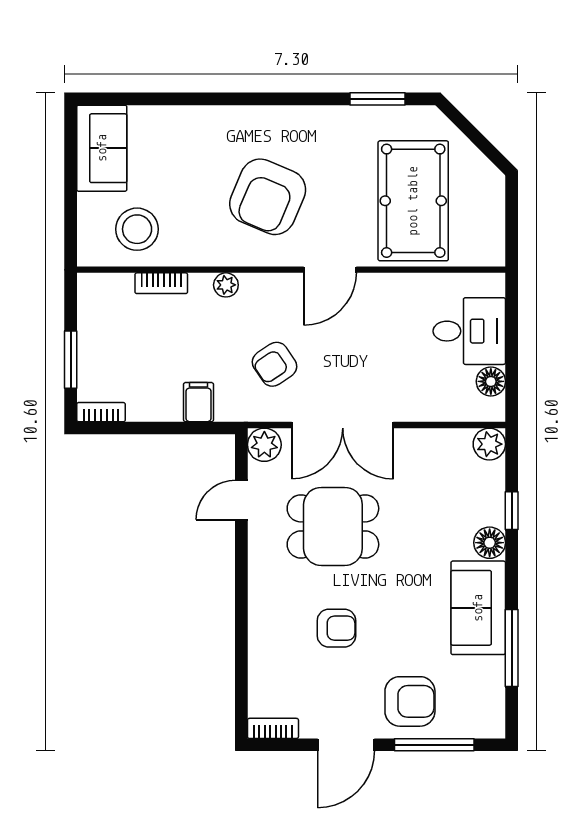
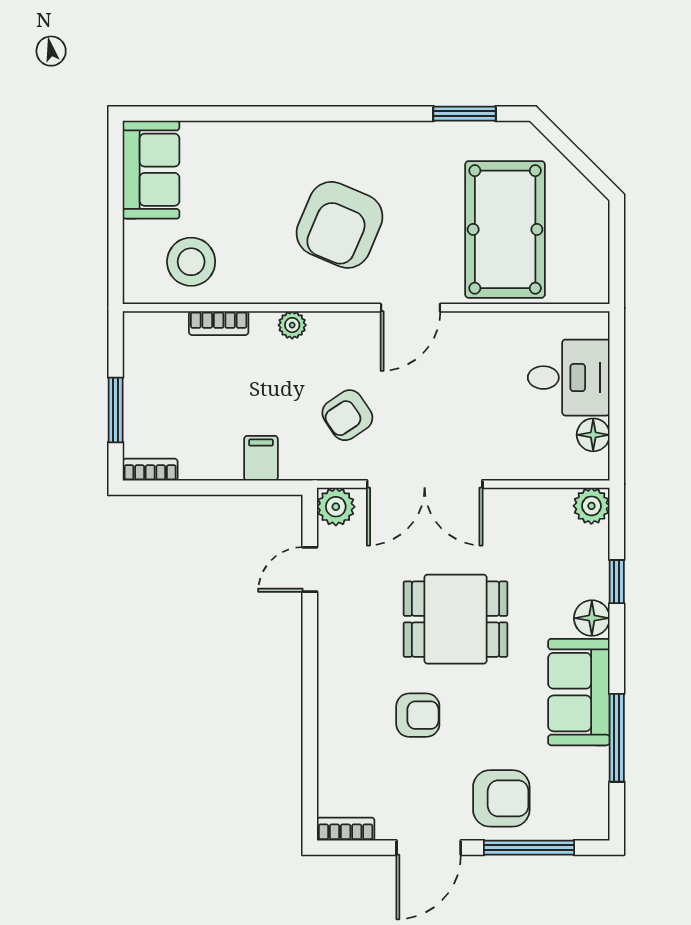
dining table: (333, 526) -> (456, 619), moved

